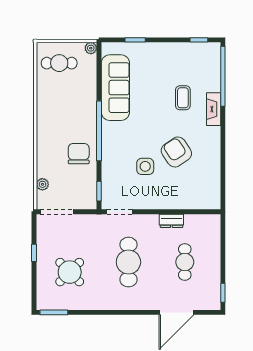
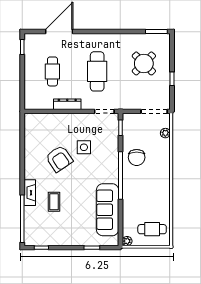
dresser: (171, 221) -> (67, 104), width x1.44

